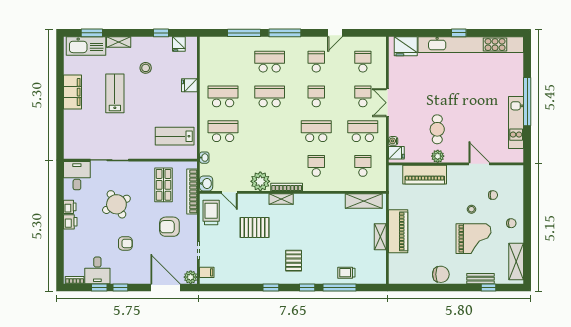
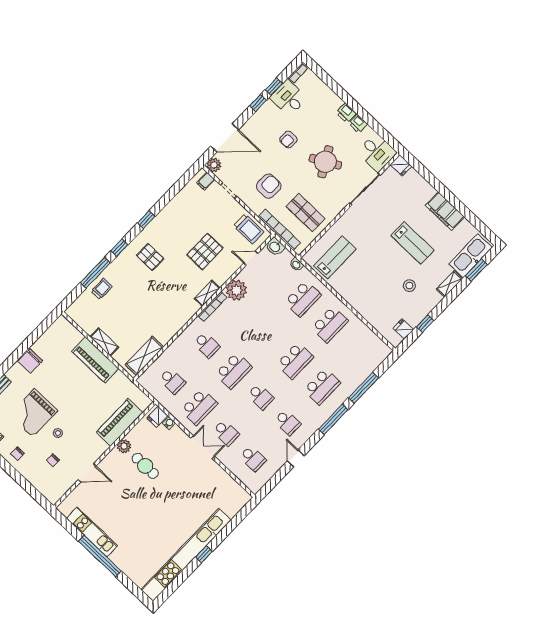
fridge: (406, 46) -> (233, 503), removed
fridge: (189, 85) -> (401, 165), moved, turned 90

